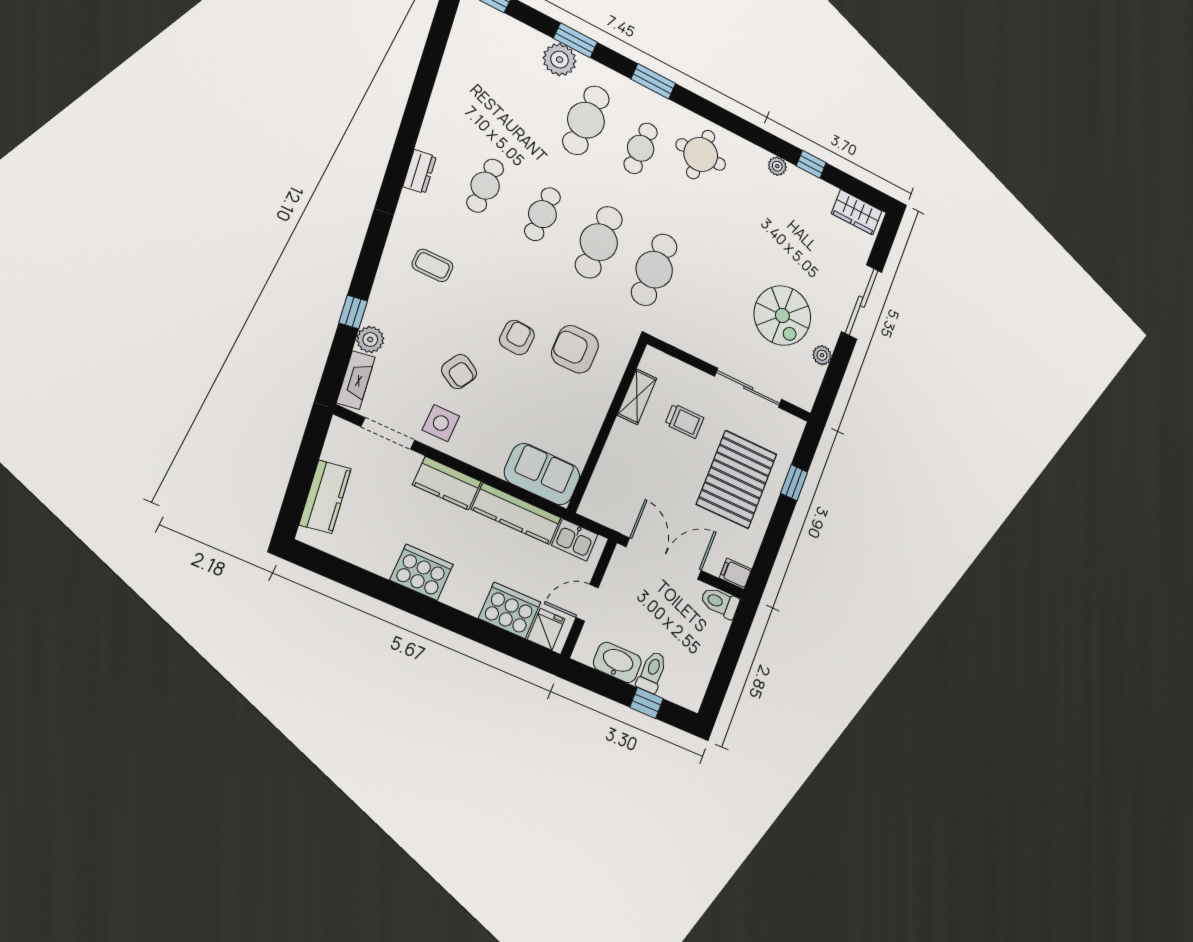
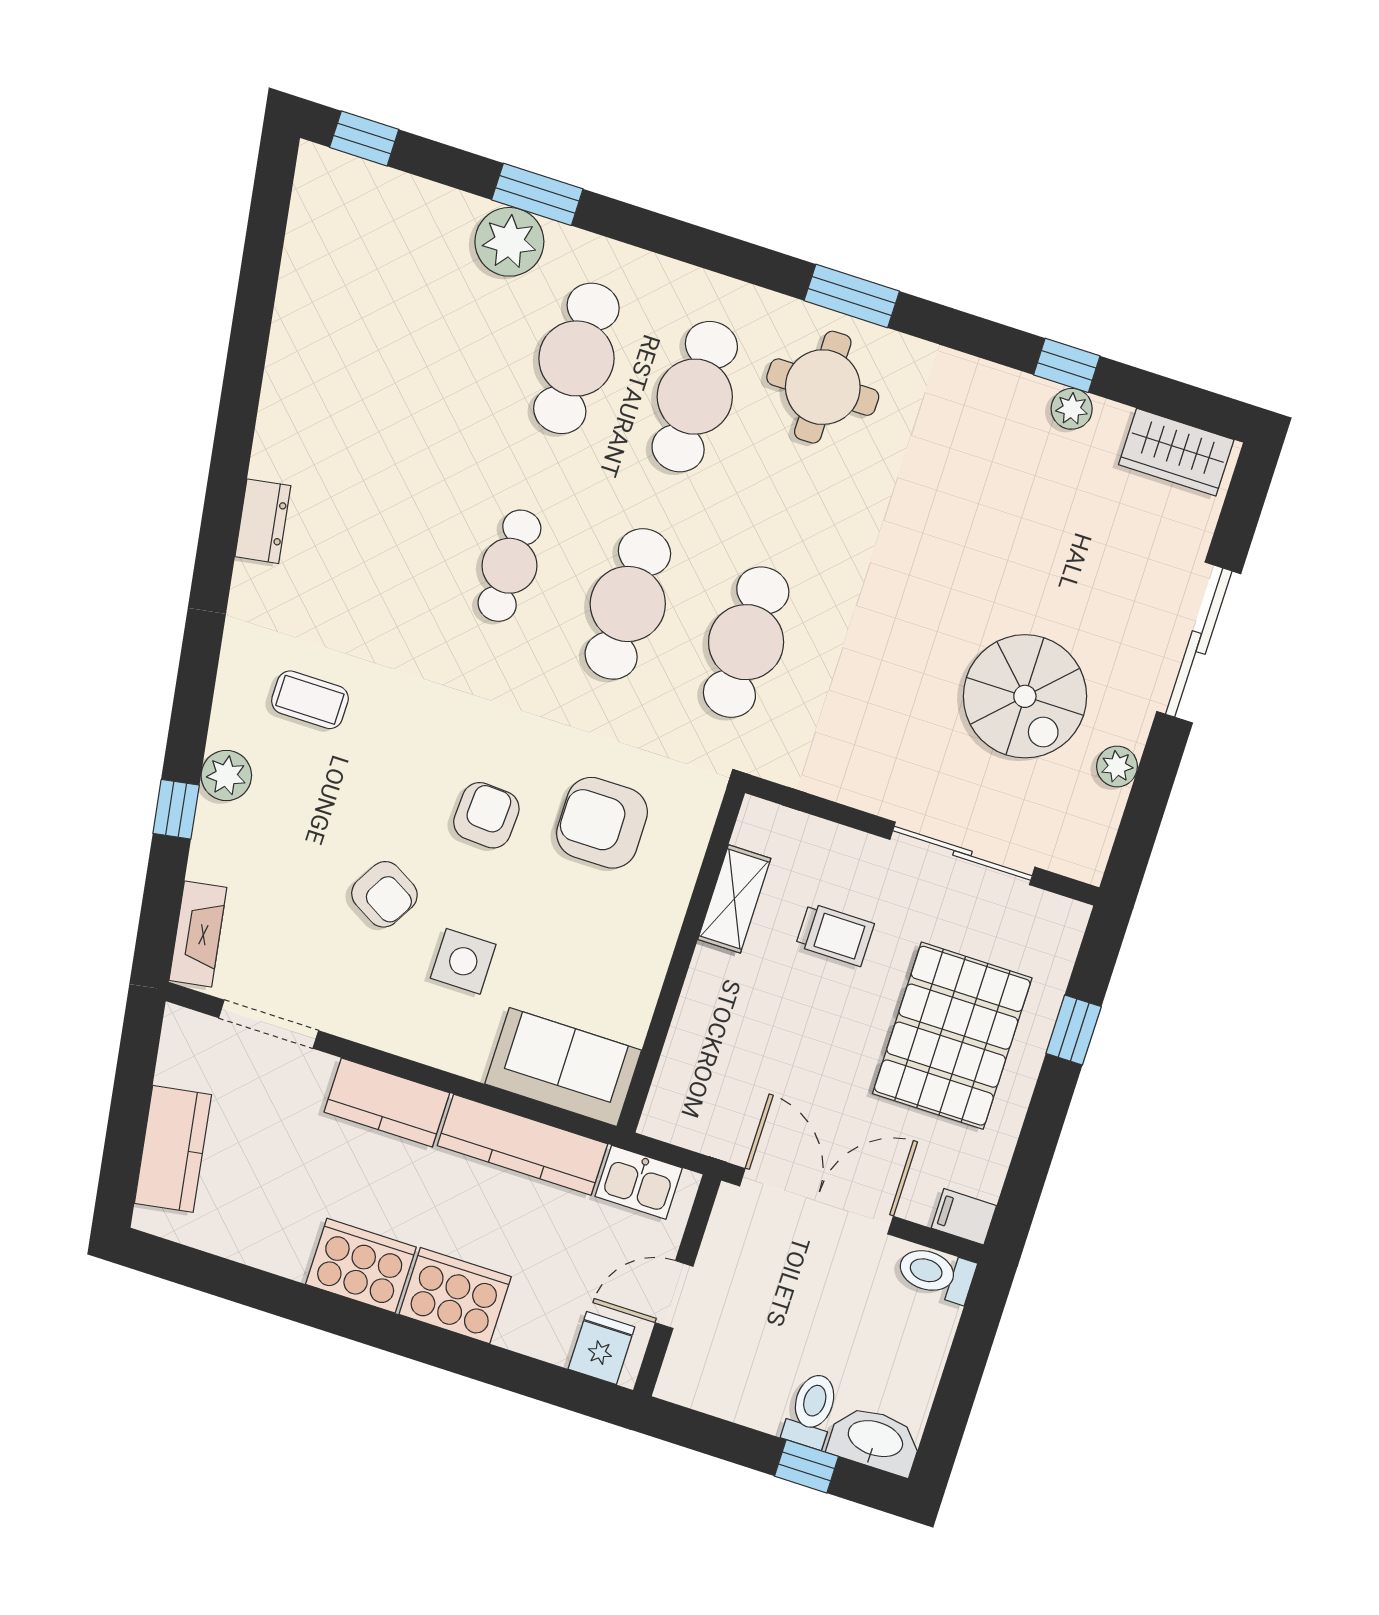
window: (653, 81) -> (852, 296), moved
cafe table: (641, 148) -> (695, 397), width x1.37, depth x1.35
plant: (777, 166) -> (1072, 409), moved
cafe table: (485, 186) -> (391, 527), removed
plant: (370, 339) -> (226, 776), moved
side table: (441, 423) -> (463, 961), moved
cooker: (510, 610) -> (455, 1296), moved
washbasin: (617, 662) -> (875, 1440), moved

